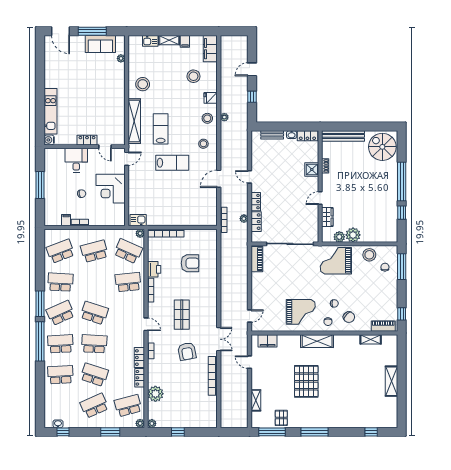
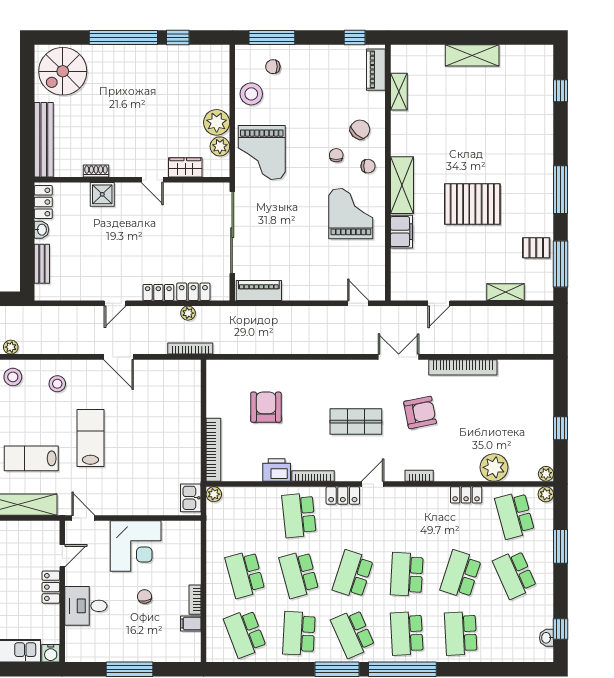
school desk: (128, 251) -> (299, 574), moved, turned -39
filing cabinet: (268, 341) -> (402, 232), moved
locker: (139, 358) -> (343, 496), moved

